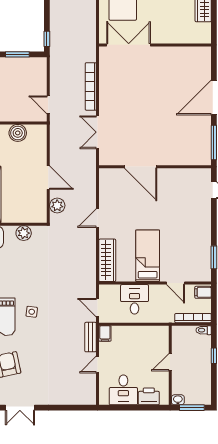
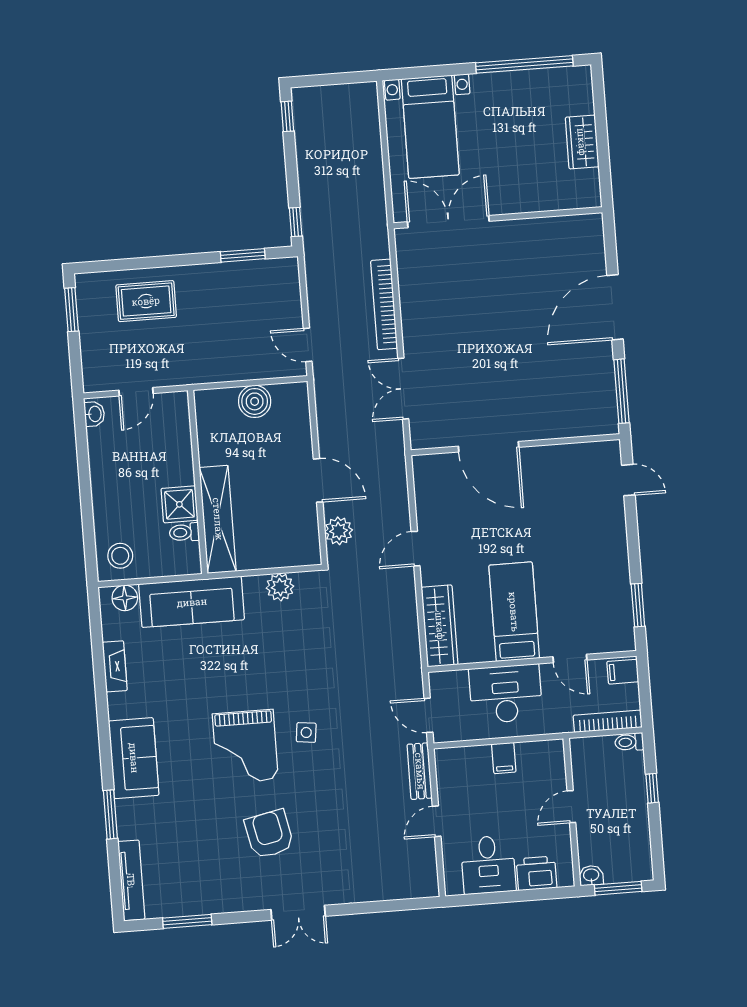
desk: (135, 299) -> (506, 694), width x1.37
filing cabinet: (105, 334) -> (504, 758), moved

